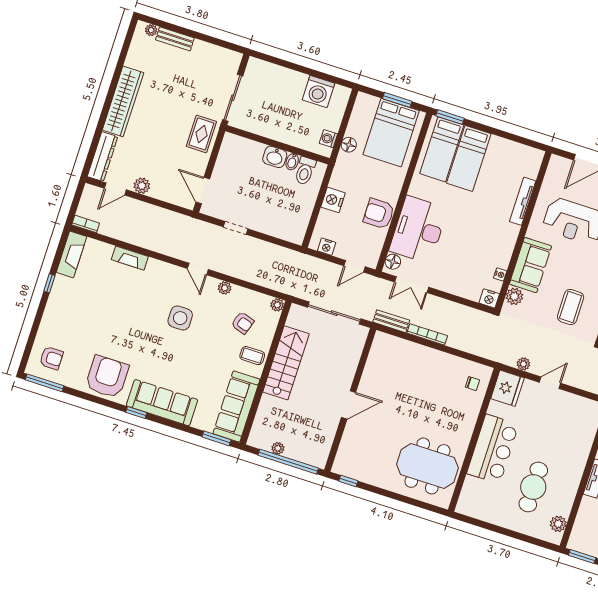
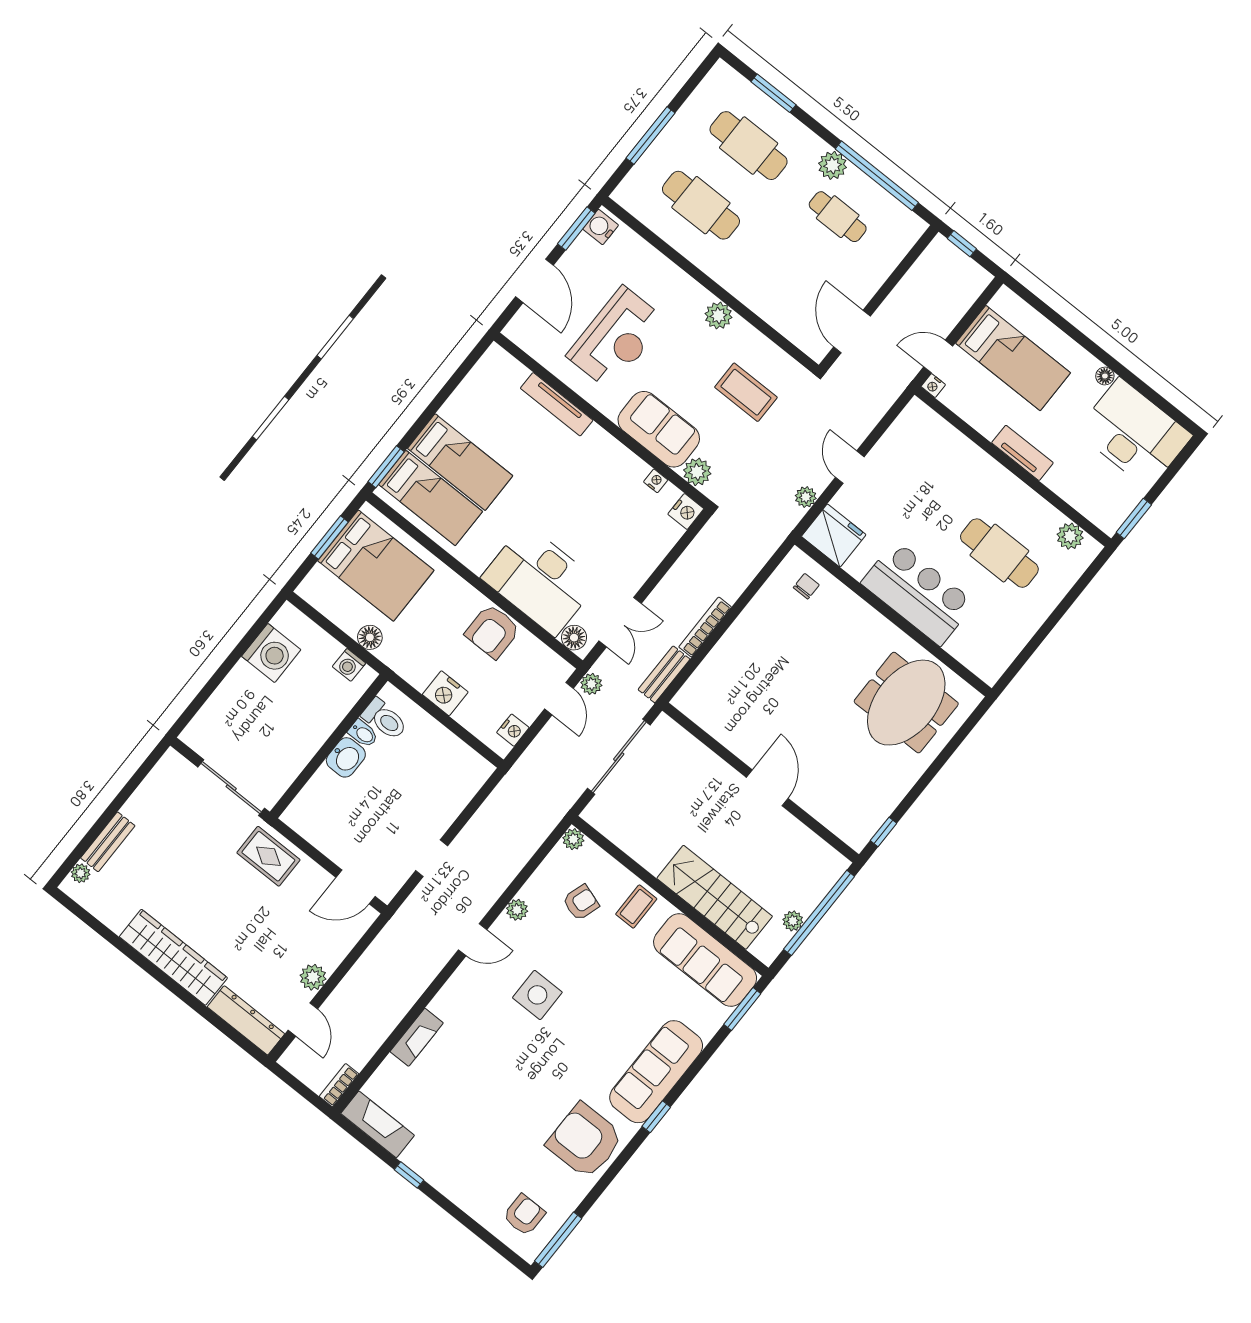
plant: (370, 282) -> (591, 684), added
stairs: (286, 363) -> (715, 897), moved

